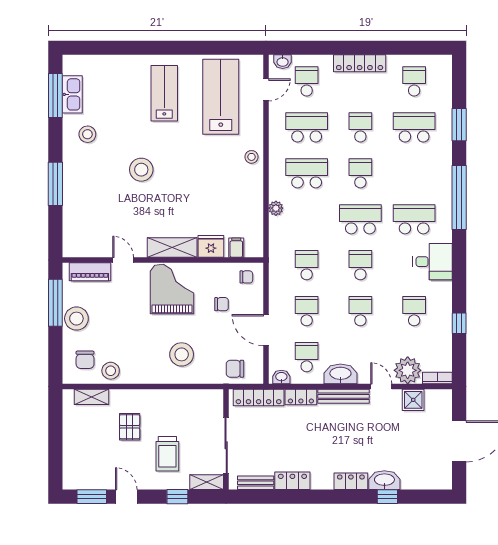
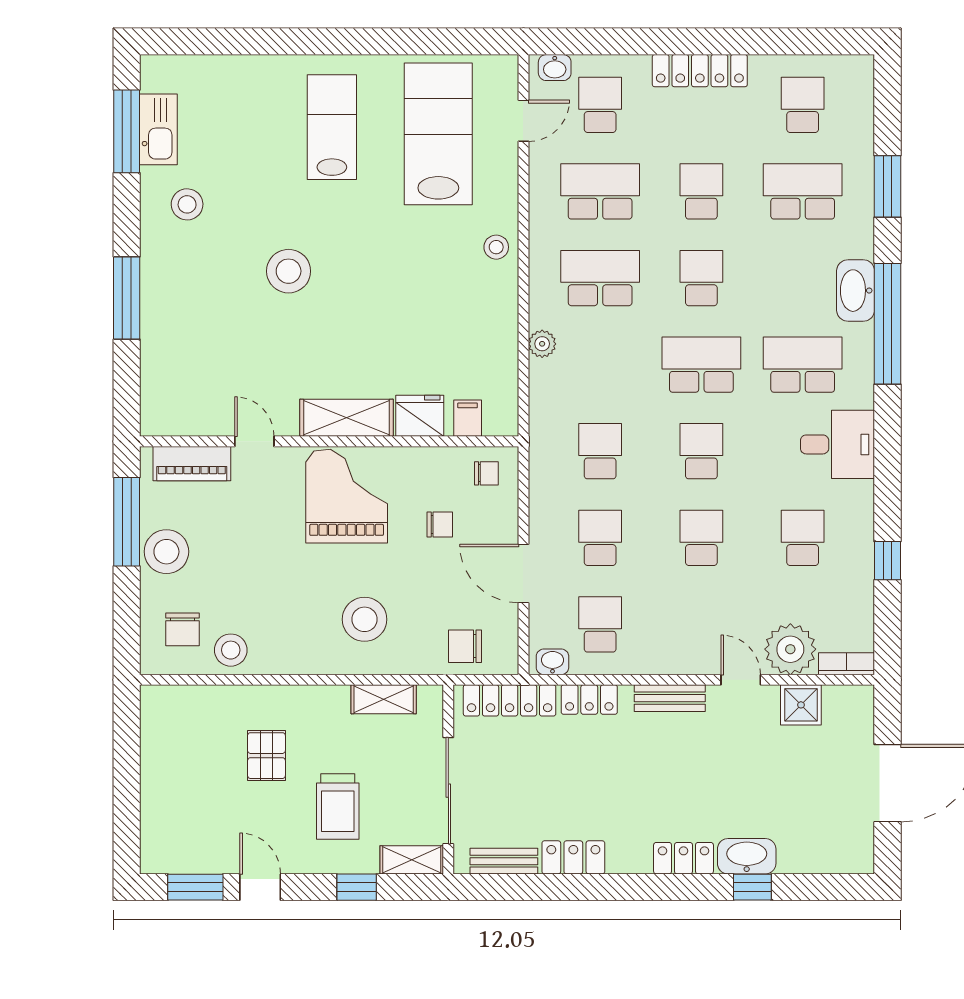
washbasin: (340, 374) -> (856, 291), moved, turned -90
bench: (344, 396) -> (670, 698), width x0.73
shelving: (91, 397) -> (384, 699), moved

